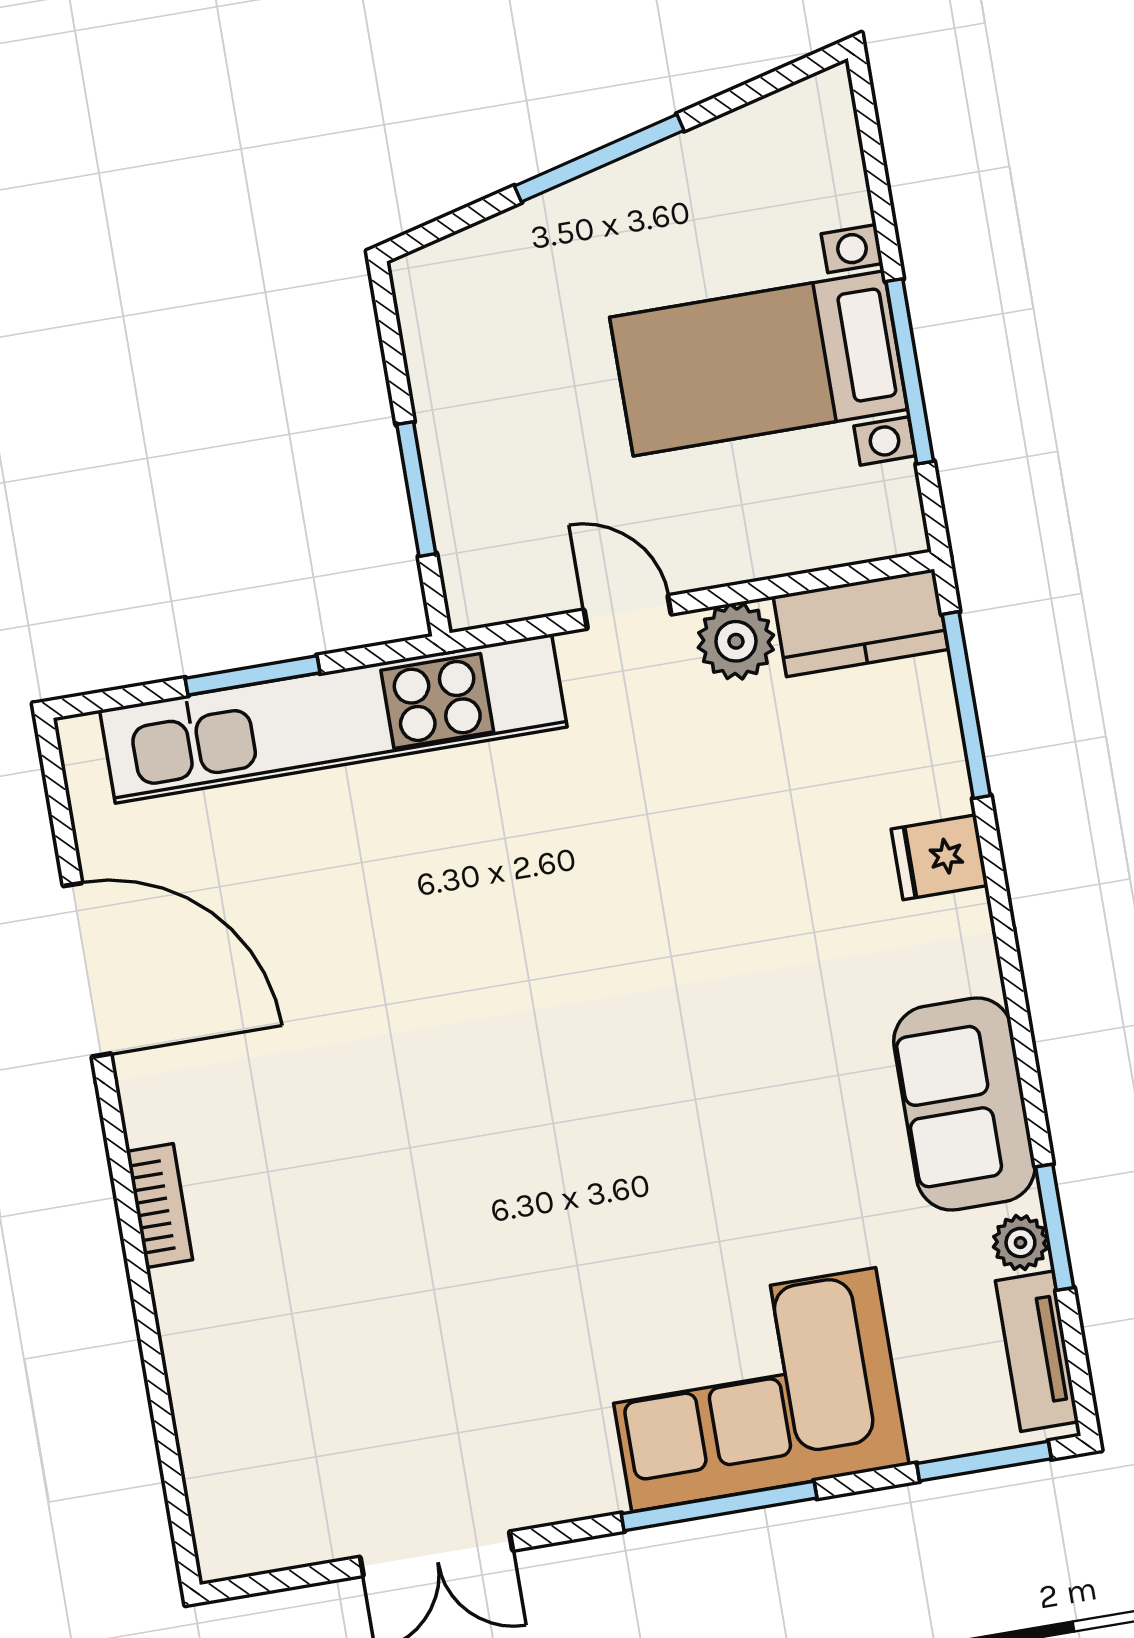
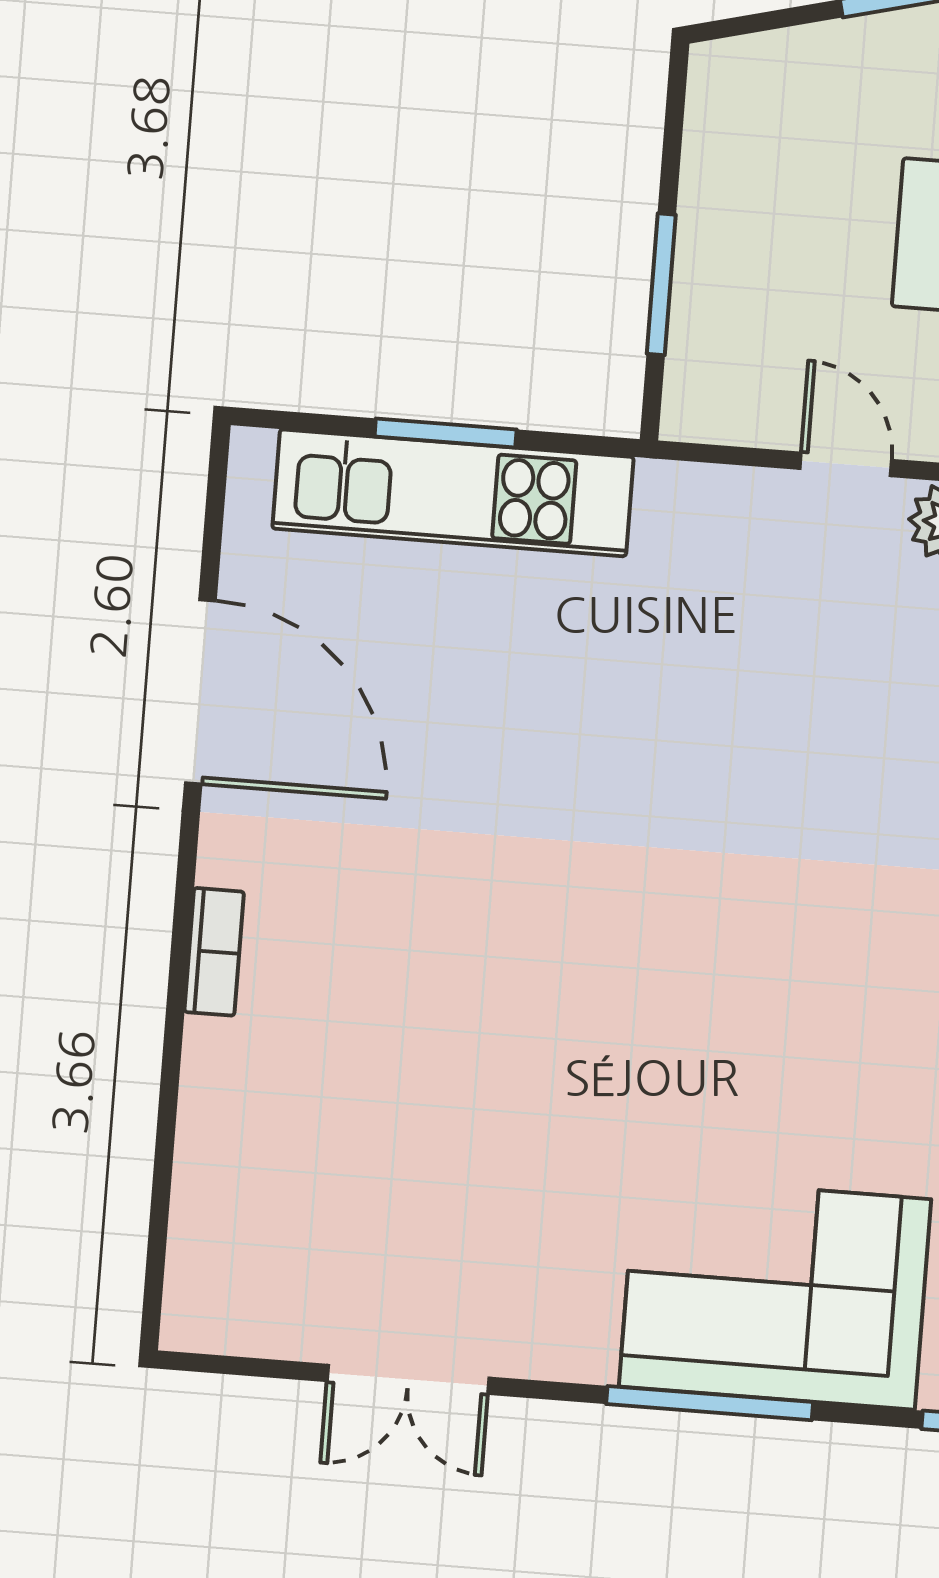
kitchen unit: (333, 719) -> (453, 493), width x0.73

